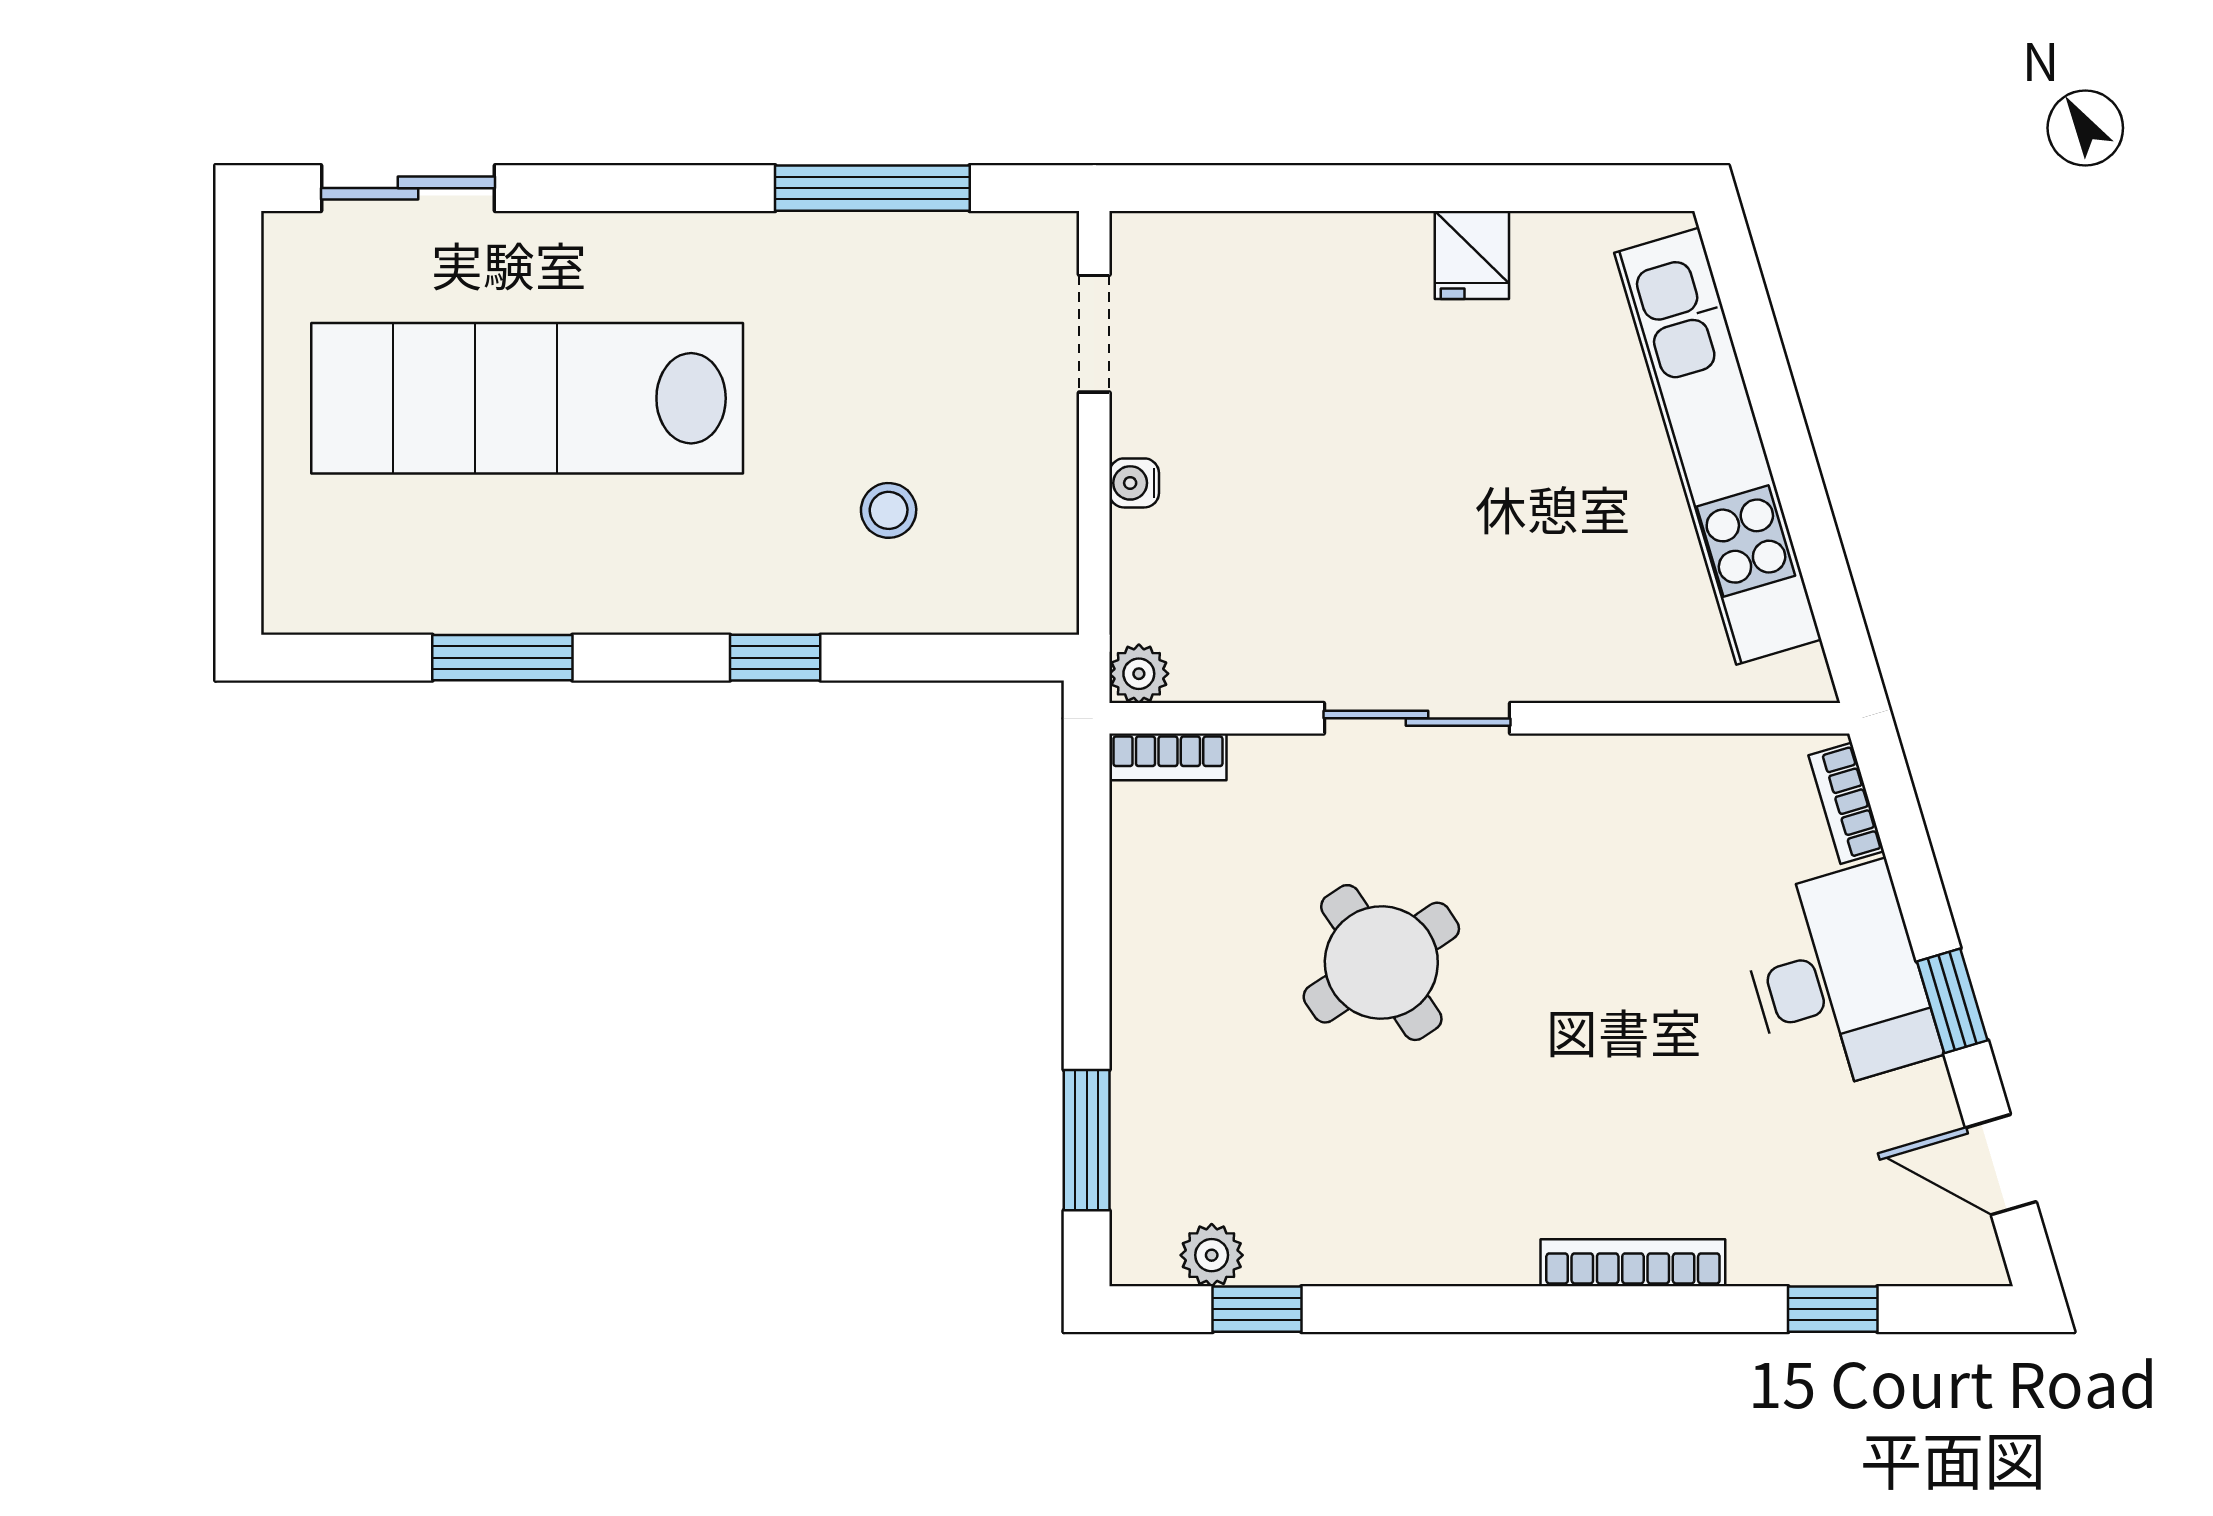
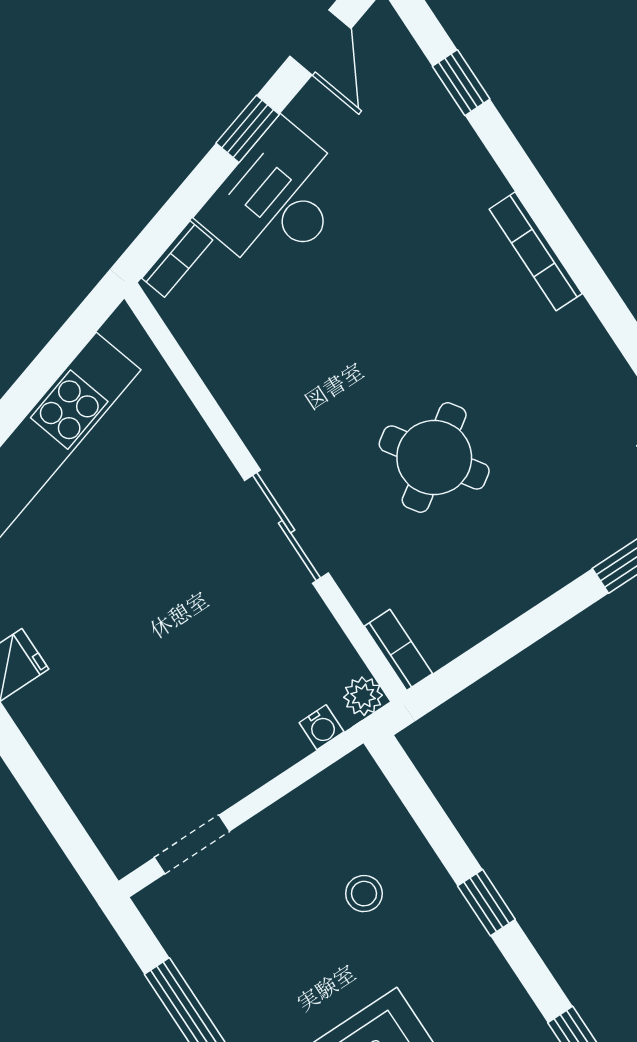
water cooler: (1134, 483) -> (322, 727), moved
bookcase: (1633, 1263) -> (536, 251), moved

